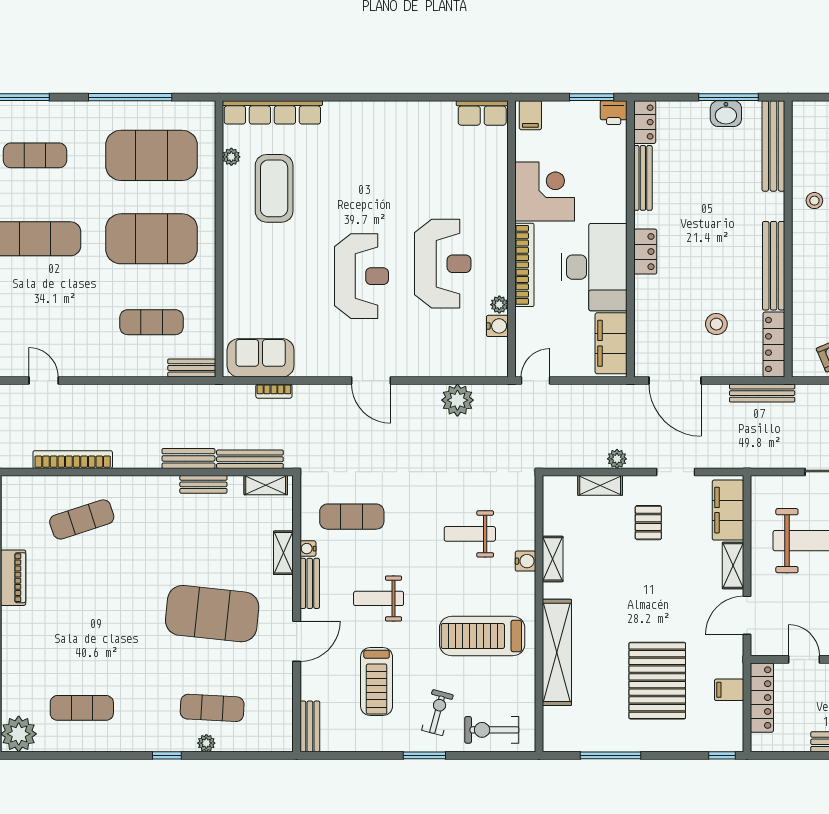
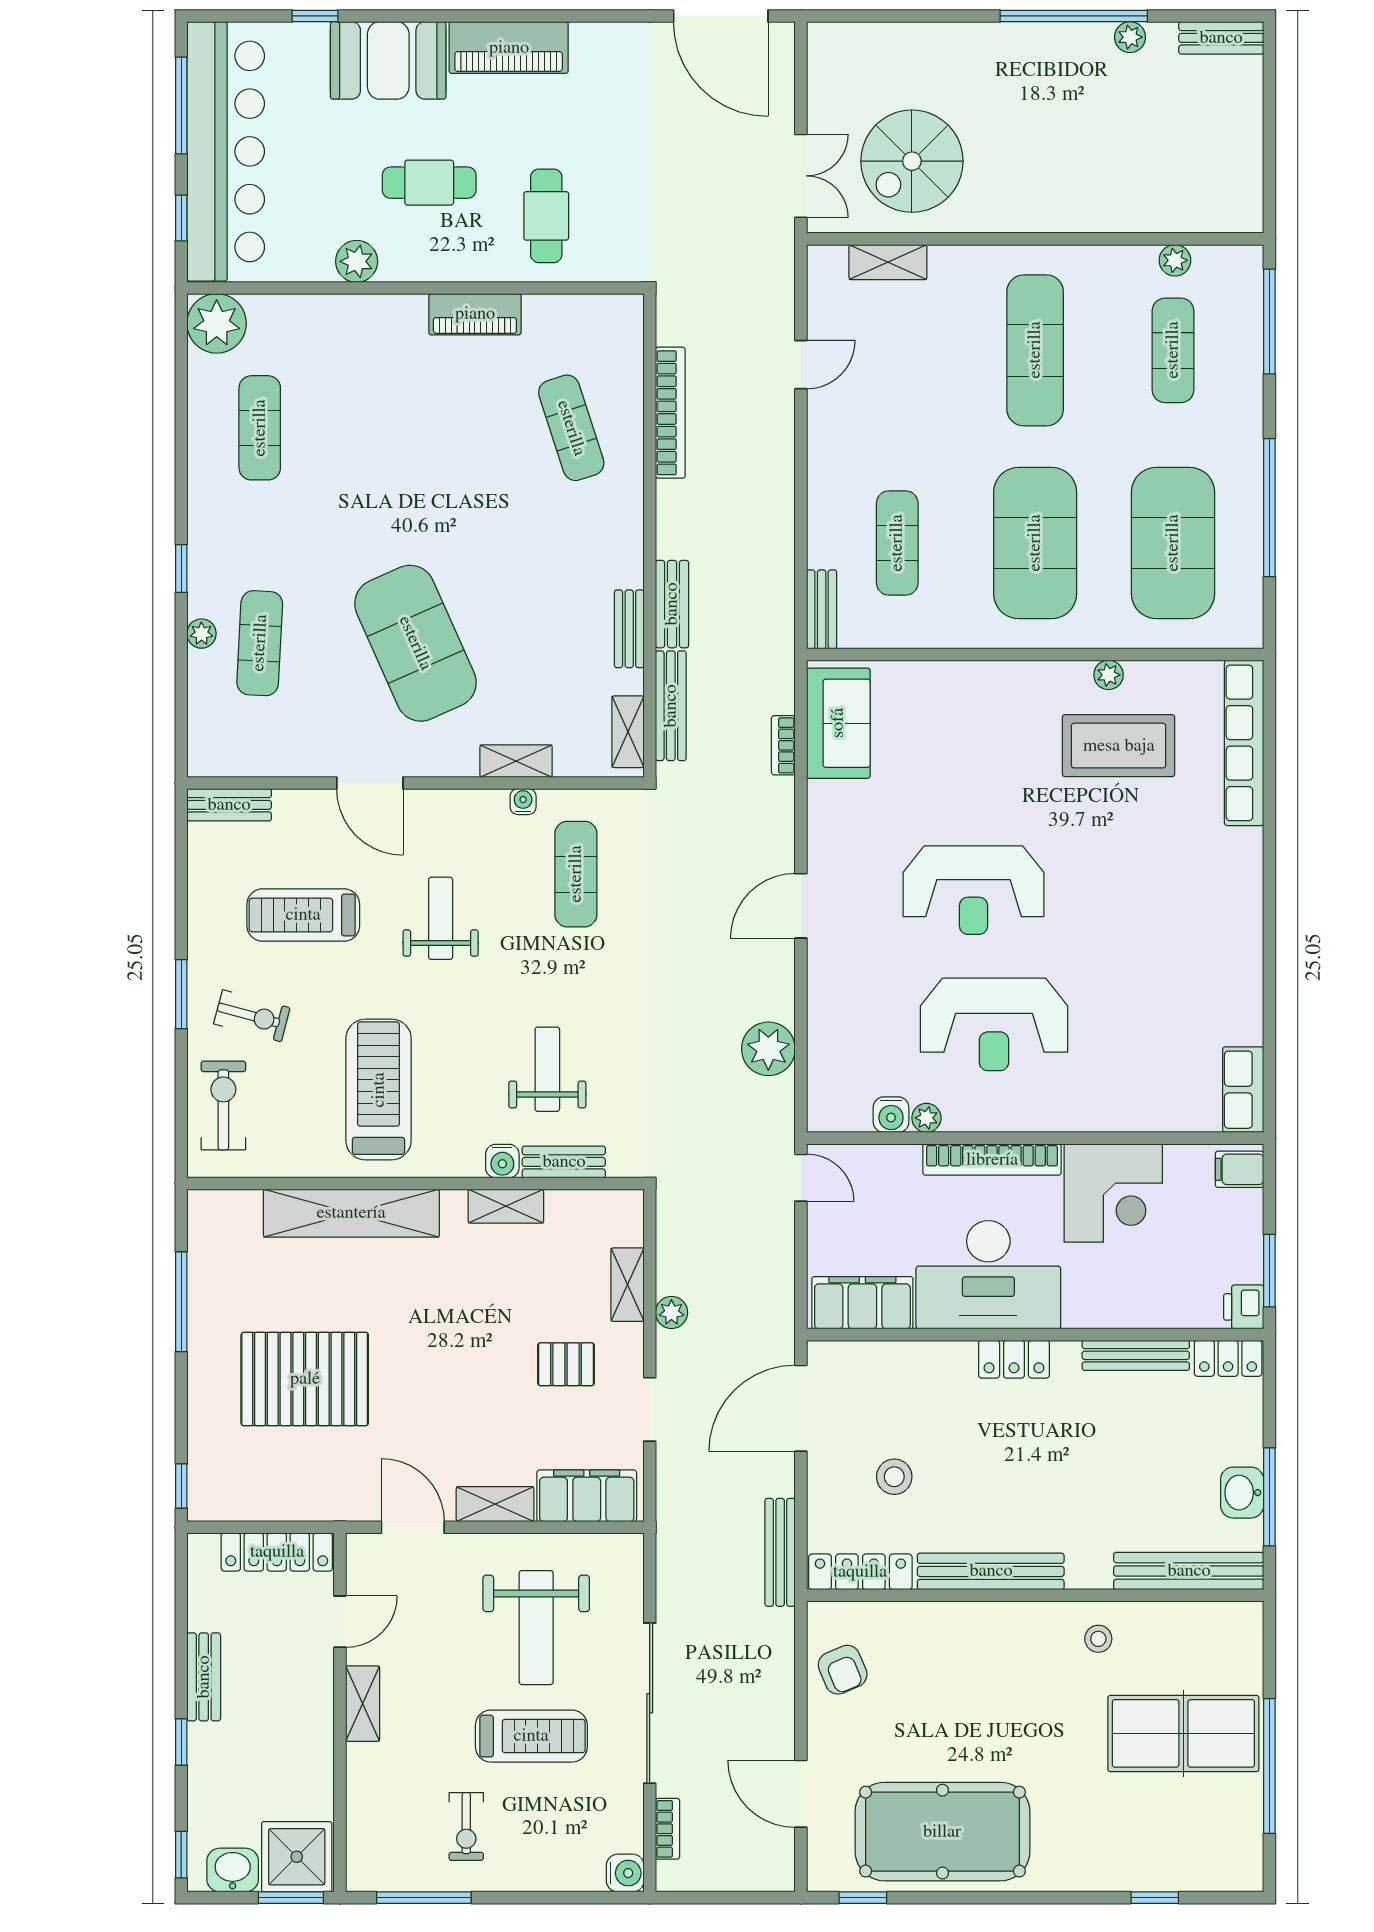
plant: (231, 157) -> (1109, 675), moved
bench: (310, 583) -> (564, 1162), moved
exercise mat: (212, 614) -> (415, 643), turned -30
filing cabinet: (729, 690) -> (290, 1498), removed

